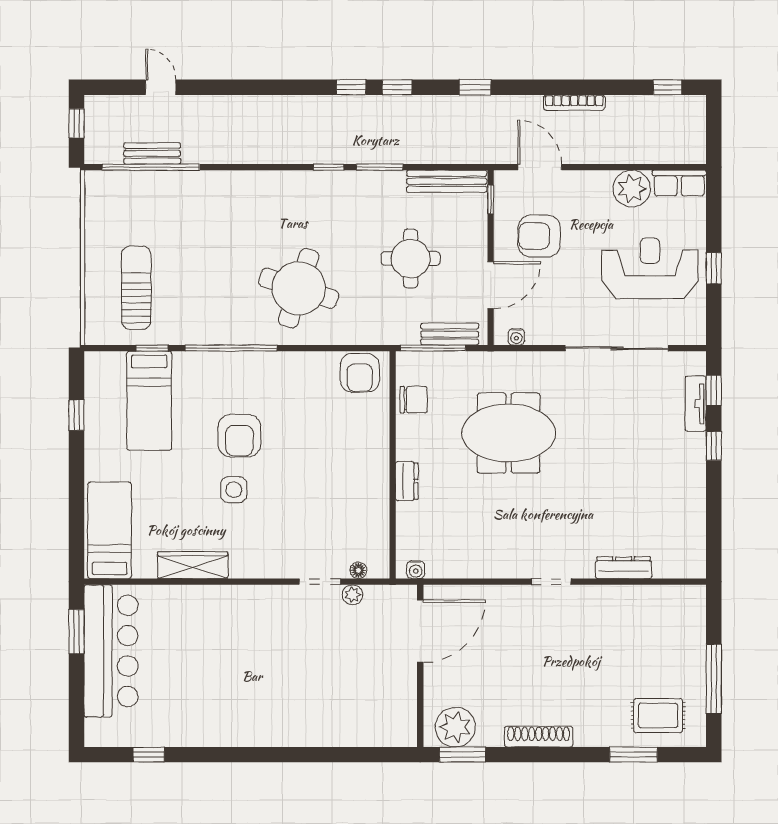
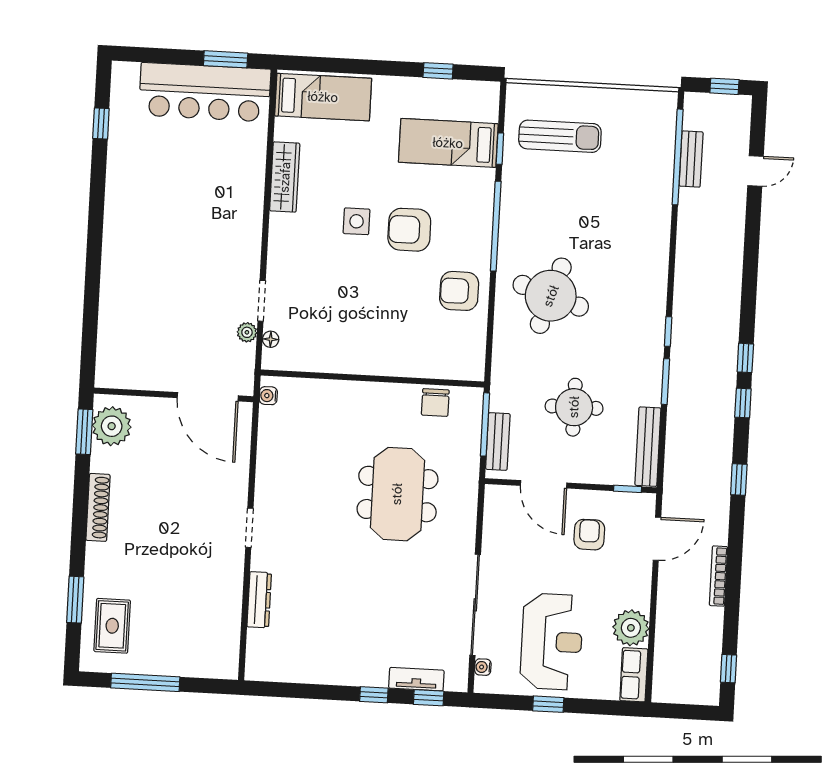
armchair: (539, 236) -> (589, 535), width x0.72, depth x0.72
water cooler: (516, 337) -> (483, 667), moved
armchair: (360, 373) -> (459, 291), moved
dresser: (407, 481) -> (356, 392), removed

